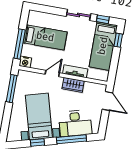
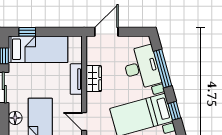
floor lamp: (54, 19) -> (15, 118), added
door: (52, 74) -> (84, 122), moved

